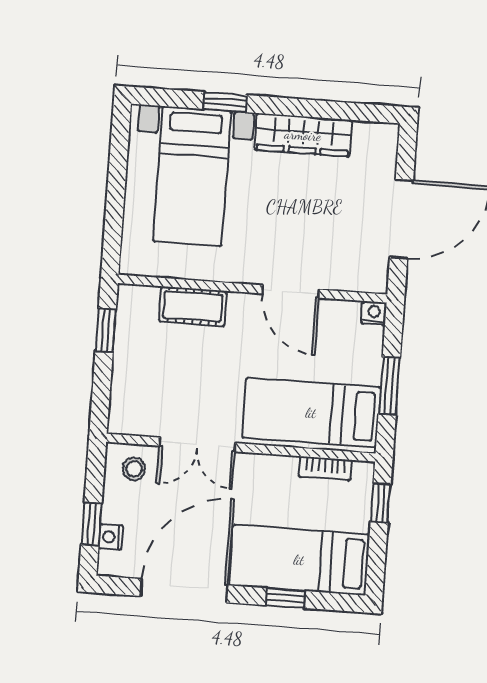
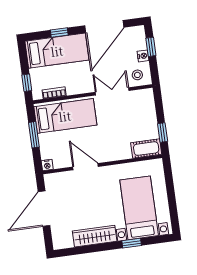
cot: (193, 306) -> (146, 149), moved
nightstand: (111, 537) -> (143, 56), moved

